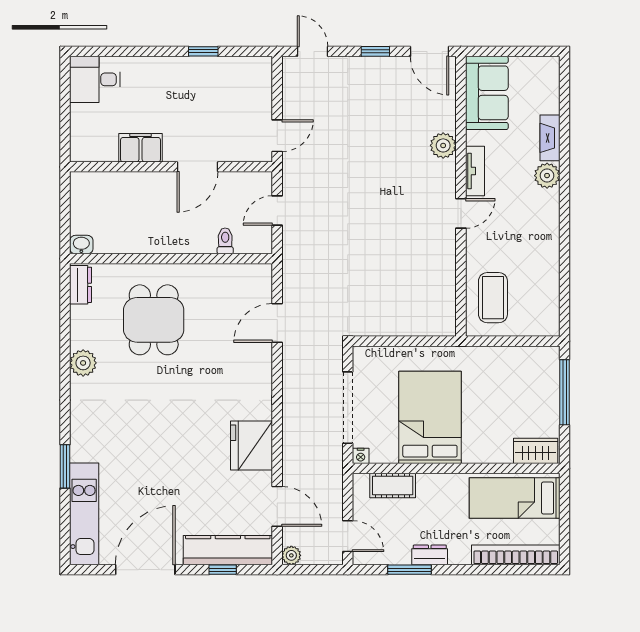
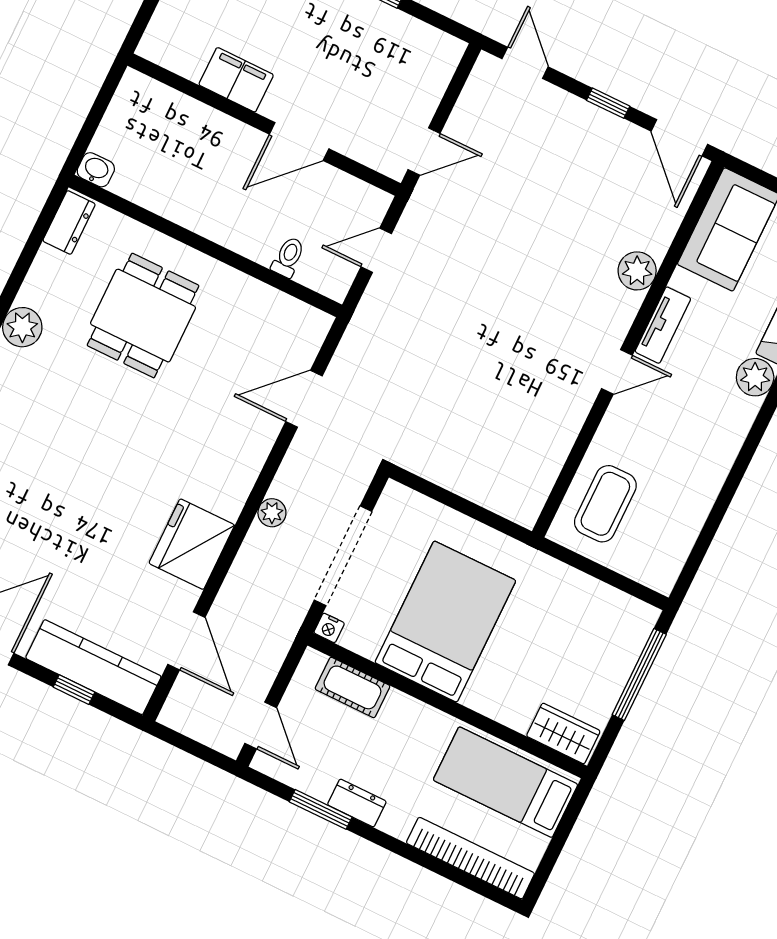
plant: (291, 555) -> (272, 513), moved

